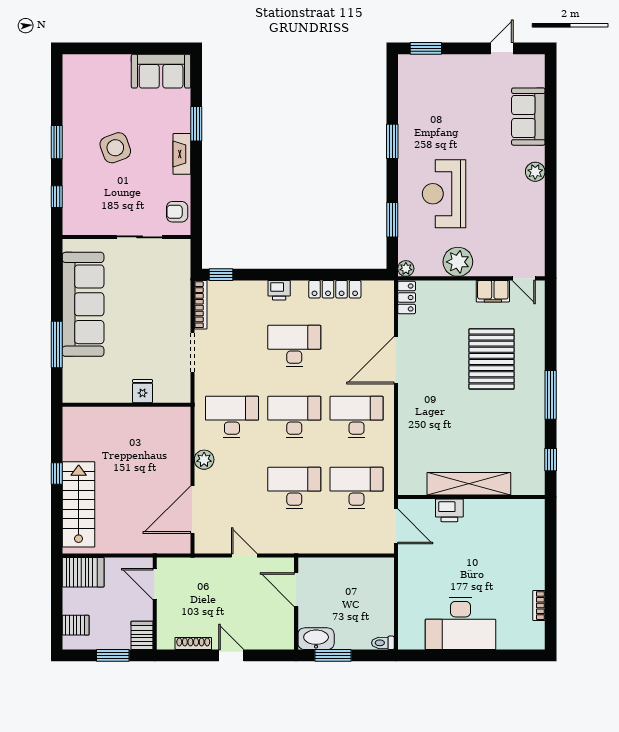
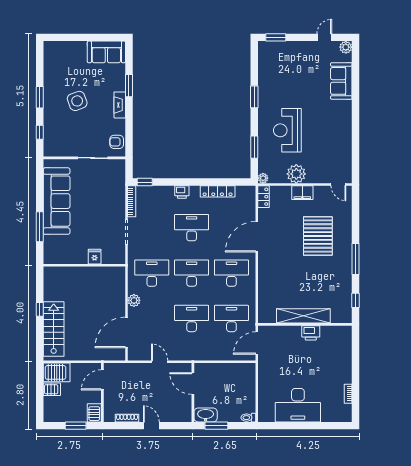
plant: (535, 172) -> (346, 47), moved
filing cabinet: (493, 291) -> (302, 193), moved
printer: (449, 510) -> (311, 333), moved
door: (396, 526) -> (257, 343), swing flipped
door: (155, 584) -> (102, 380), hinge flipped
server rack: (76, 625) -> (52, 389), moved

